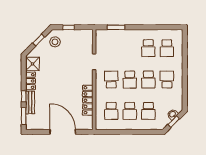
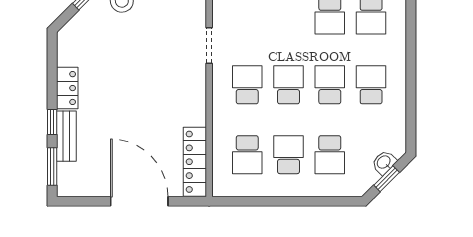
shower: (33, 64) -> (72, 50), removed
school desk: (130, 80) -> (288, 85), turned 180
school desk: (148, 80) -> (330, 85), turned 180
locker: (88, 100) -> (195, 162), moved
school desk: (130, 111) -> (288, 155), turned 180

